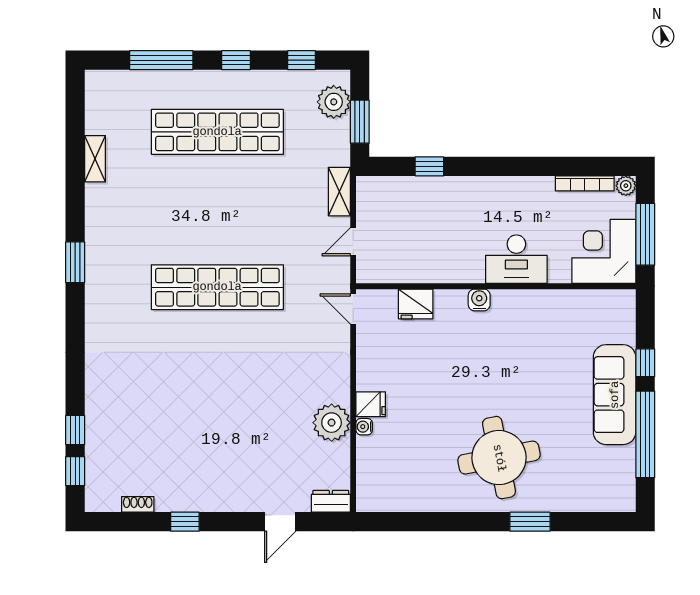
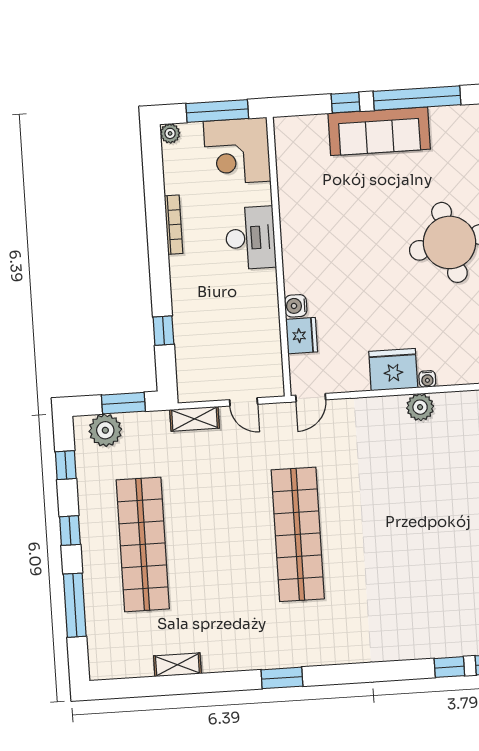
bookcase: (585, 183) -> (174, 225), moved
water cooler: (479, 300) -> (296, 306), moved
fridge: (371, 404) -> (393, 370), width x1.88, depth x1.34
plant: (332, 423) -> (420, 407), width x0.73, depth x0.73

